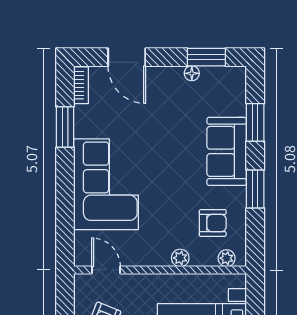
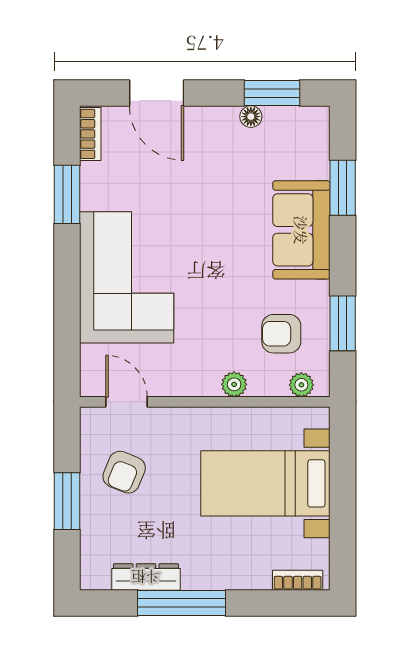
window: (255, 189) -> (343, 323), moved
armchair: (213, 223) -> (281, 334), turned 180

